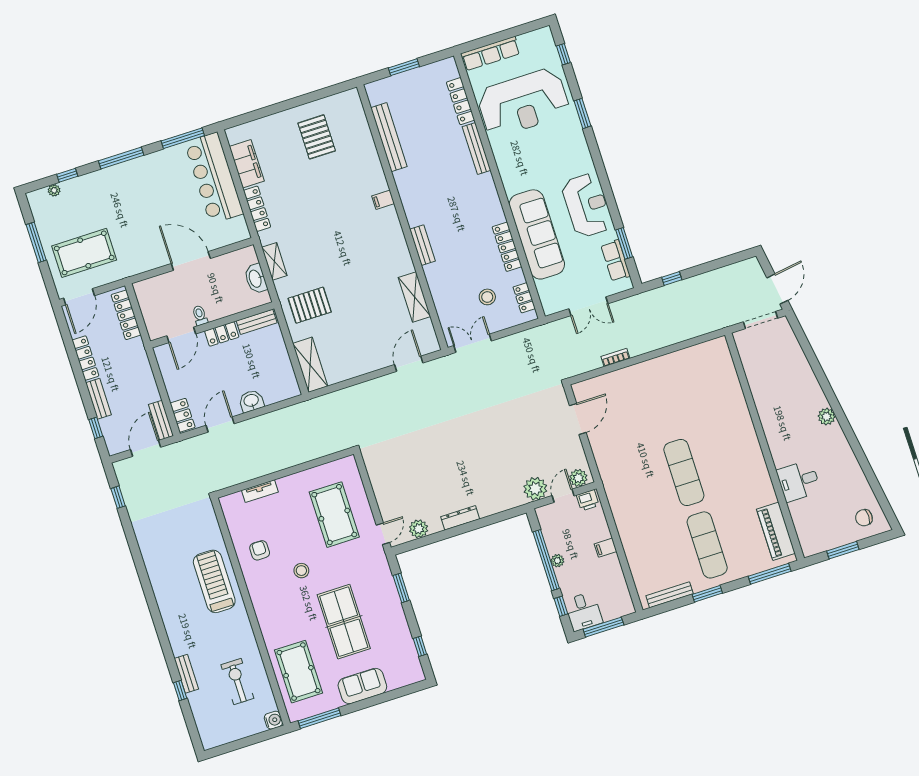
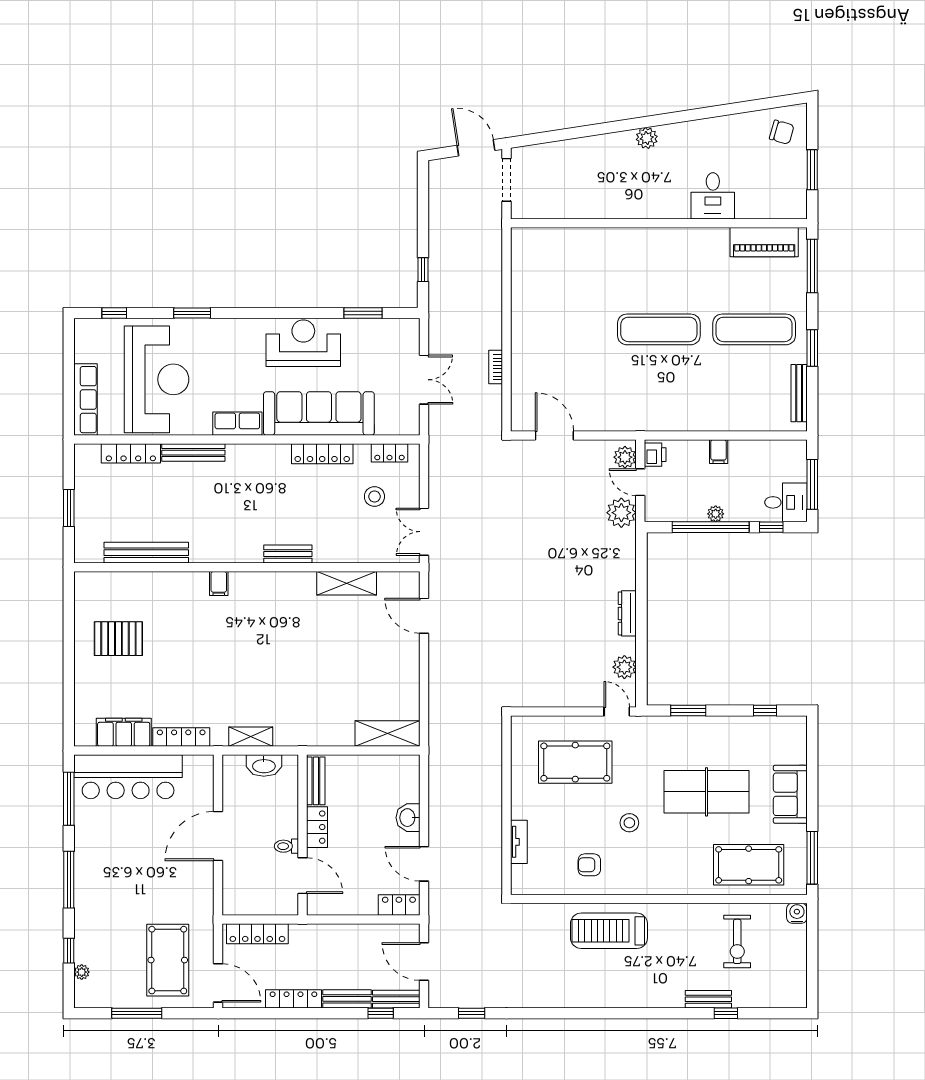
row of seats: (615, 261) -> (237, 424), moved, turned 180
pallet: (310, 305) -> (316, 711), removed
bench: (161, 420) -> (396, 999), moved
chair: (864, 518) -> (782, 132), turned -74
exercise bike: (237, 682) -> (737, 941), turned -90

